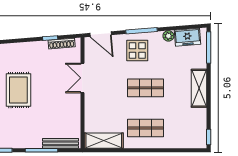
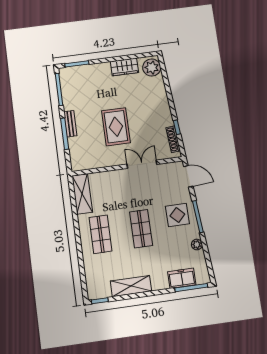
door: (101, 34) -> (188, 176), swing flipped
freezer: (187, 37) -> (182, 278), moved, turned 95
shelving: (199, 88) -> (131, 286), moved
rug: (18, 90) -> (116, 127), moved, turned 90
bench: (60, 143) -> (70, 124), moved, width x0.73

